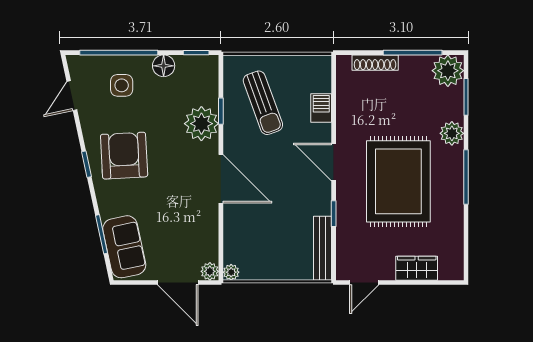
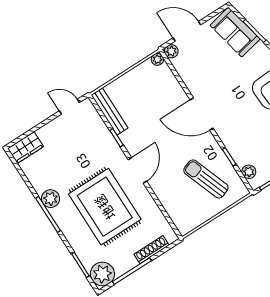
barbecue: (321, 108) -> (167, 199), removed
plant: (201, 124) -> (249, 172), moved, width x0.53, depth x0.53
plant: (452, 133) -> (51, 199), moved
door: (334, 162) -> (137, 170), hinge flipped
rug: (398, 181) -> (105, 207), moved
wardrobe: (417, 268) -> (26, 148), moved
door: (364, 282) -> (69, 107), hinge flipped

